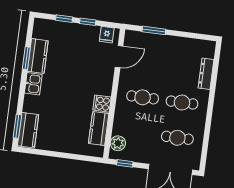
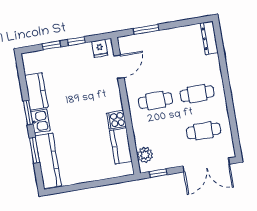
window: (26, 58) -> (28, 113), moved
dresser: (206, 74) -> (209, 38), moved
window: (17, 126) -> (34, 150), moved
kitchen counter: (28, 130) -> (48, 161), width x1.50

